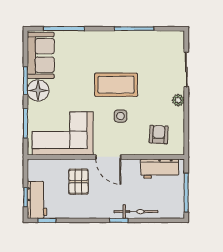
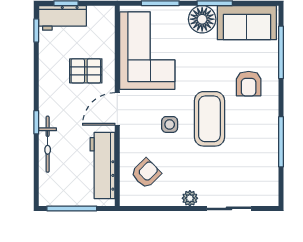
armchair: (89, 54) -> (249, 84), added
armchair: (159, 134) -> (146, 173), turned -48
workbench: (160, 169) -> (102, 166), width x1.38

